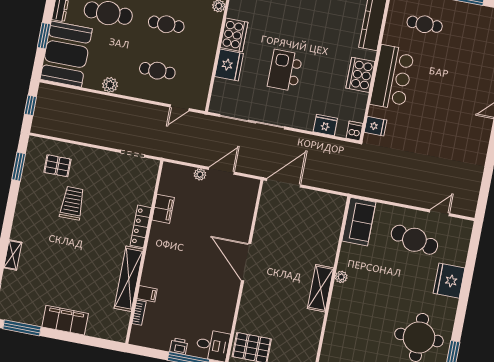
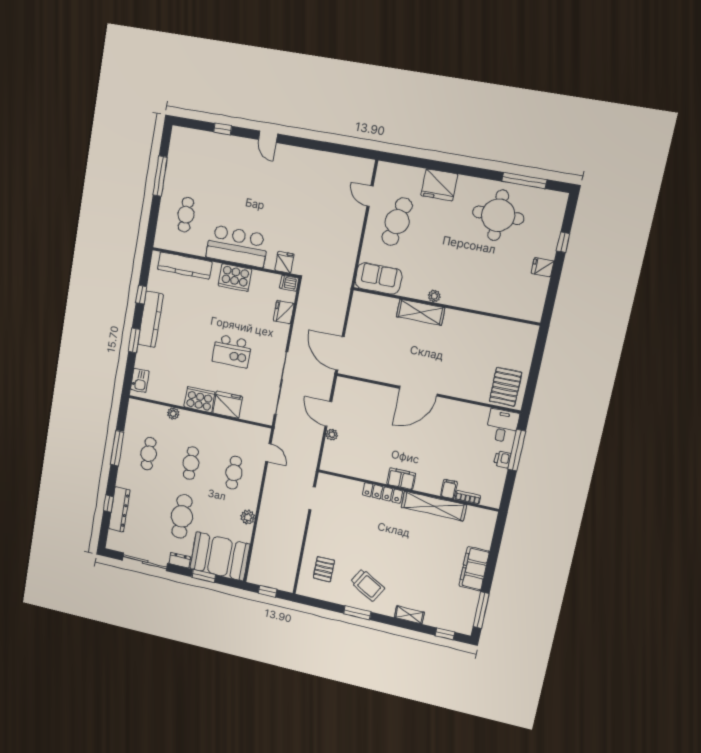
window: (19, 167) -> (357, 613), moved
trolley: (72, 203) -> (368, 585), moved, turned -150
filing cabinet: (163, 209) -> (401, 479), moved
shelving: (320, 288) -> (421, 312), moved

